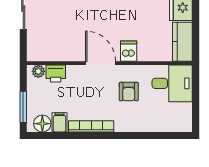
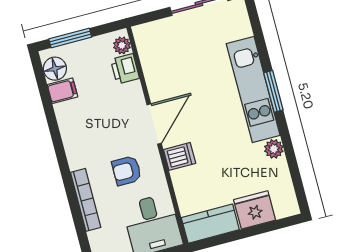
bookcase: (91, 126) -> (86, 200), moved

